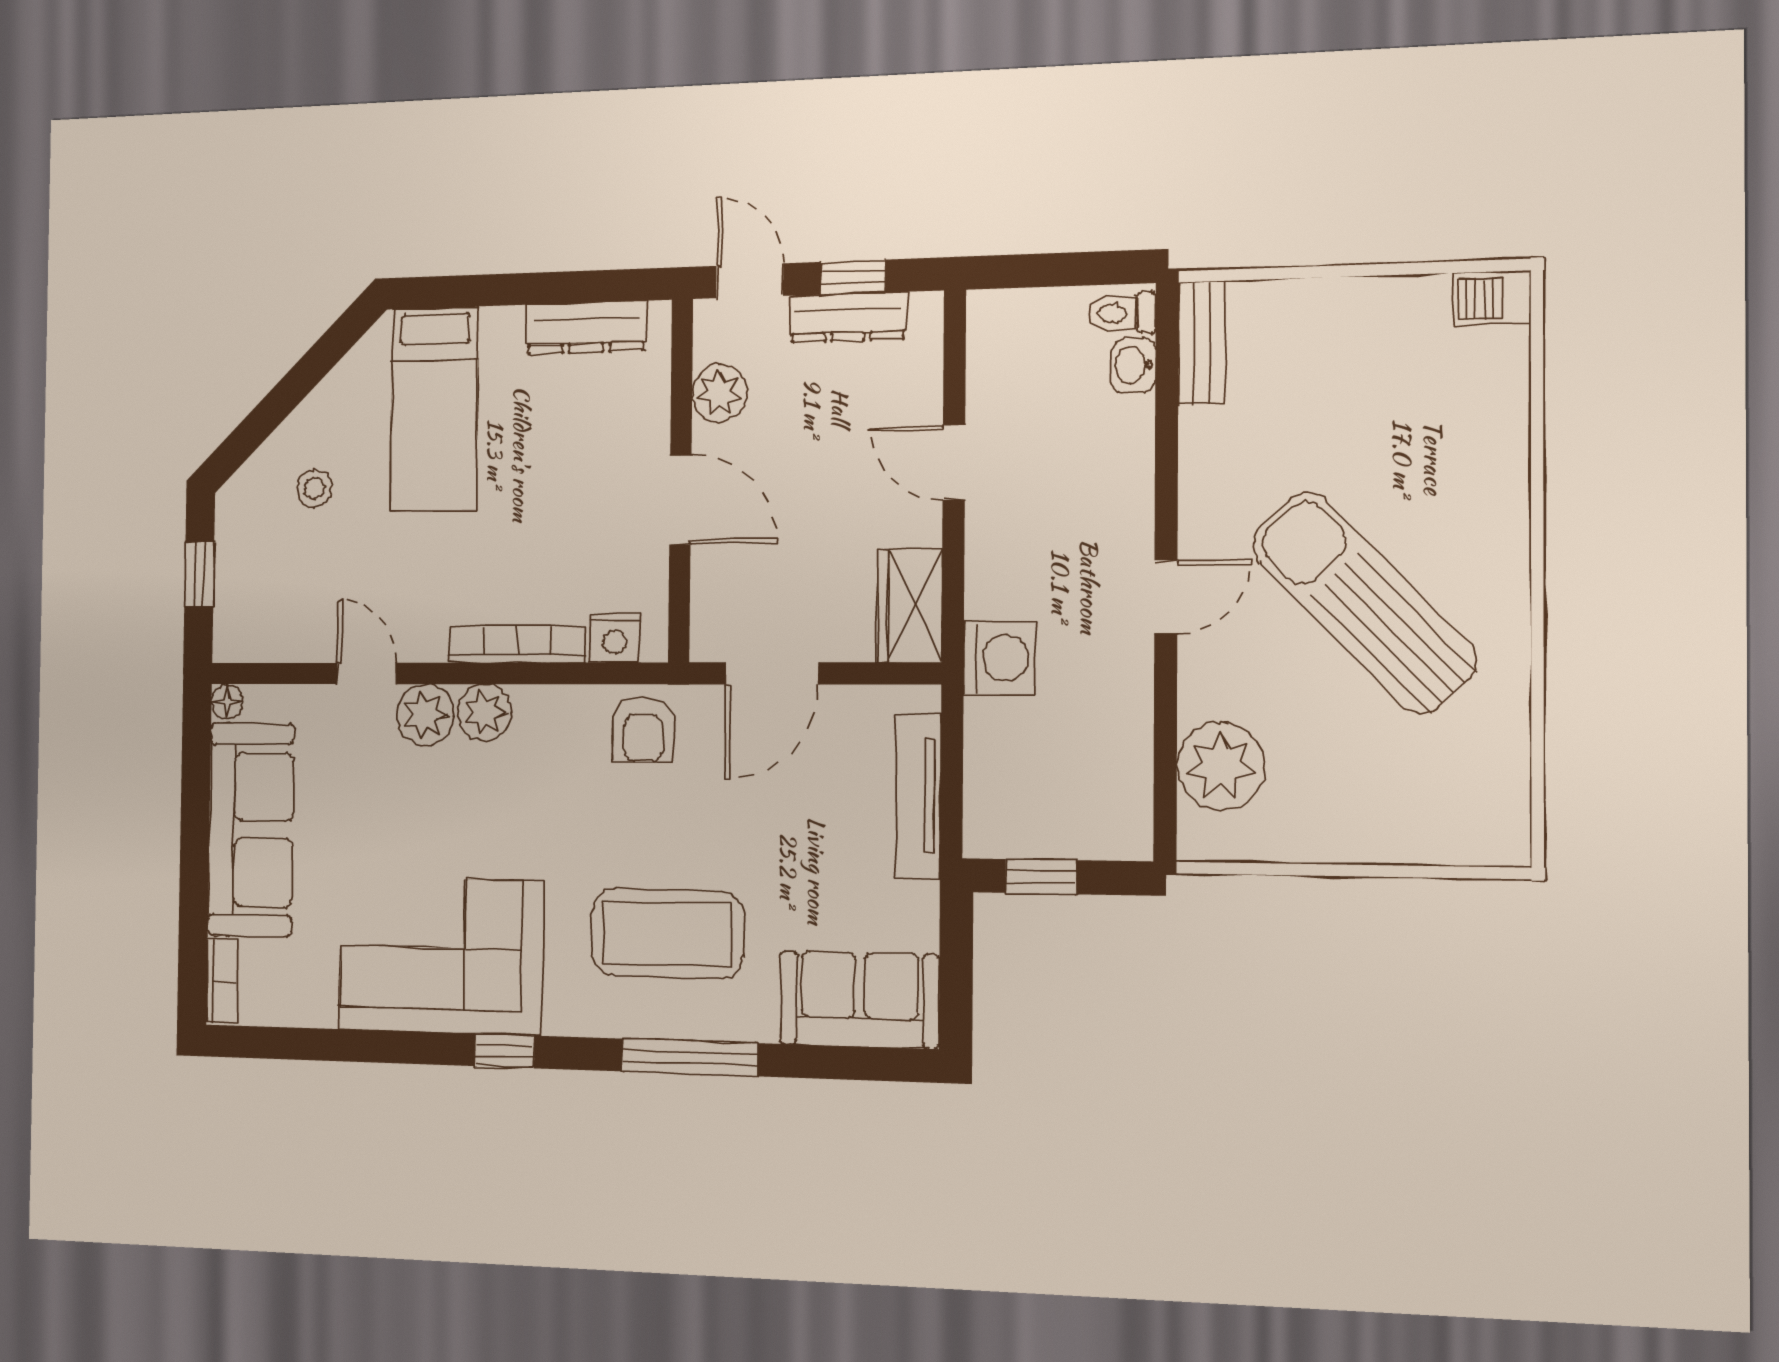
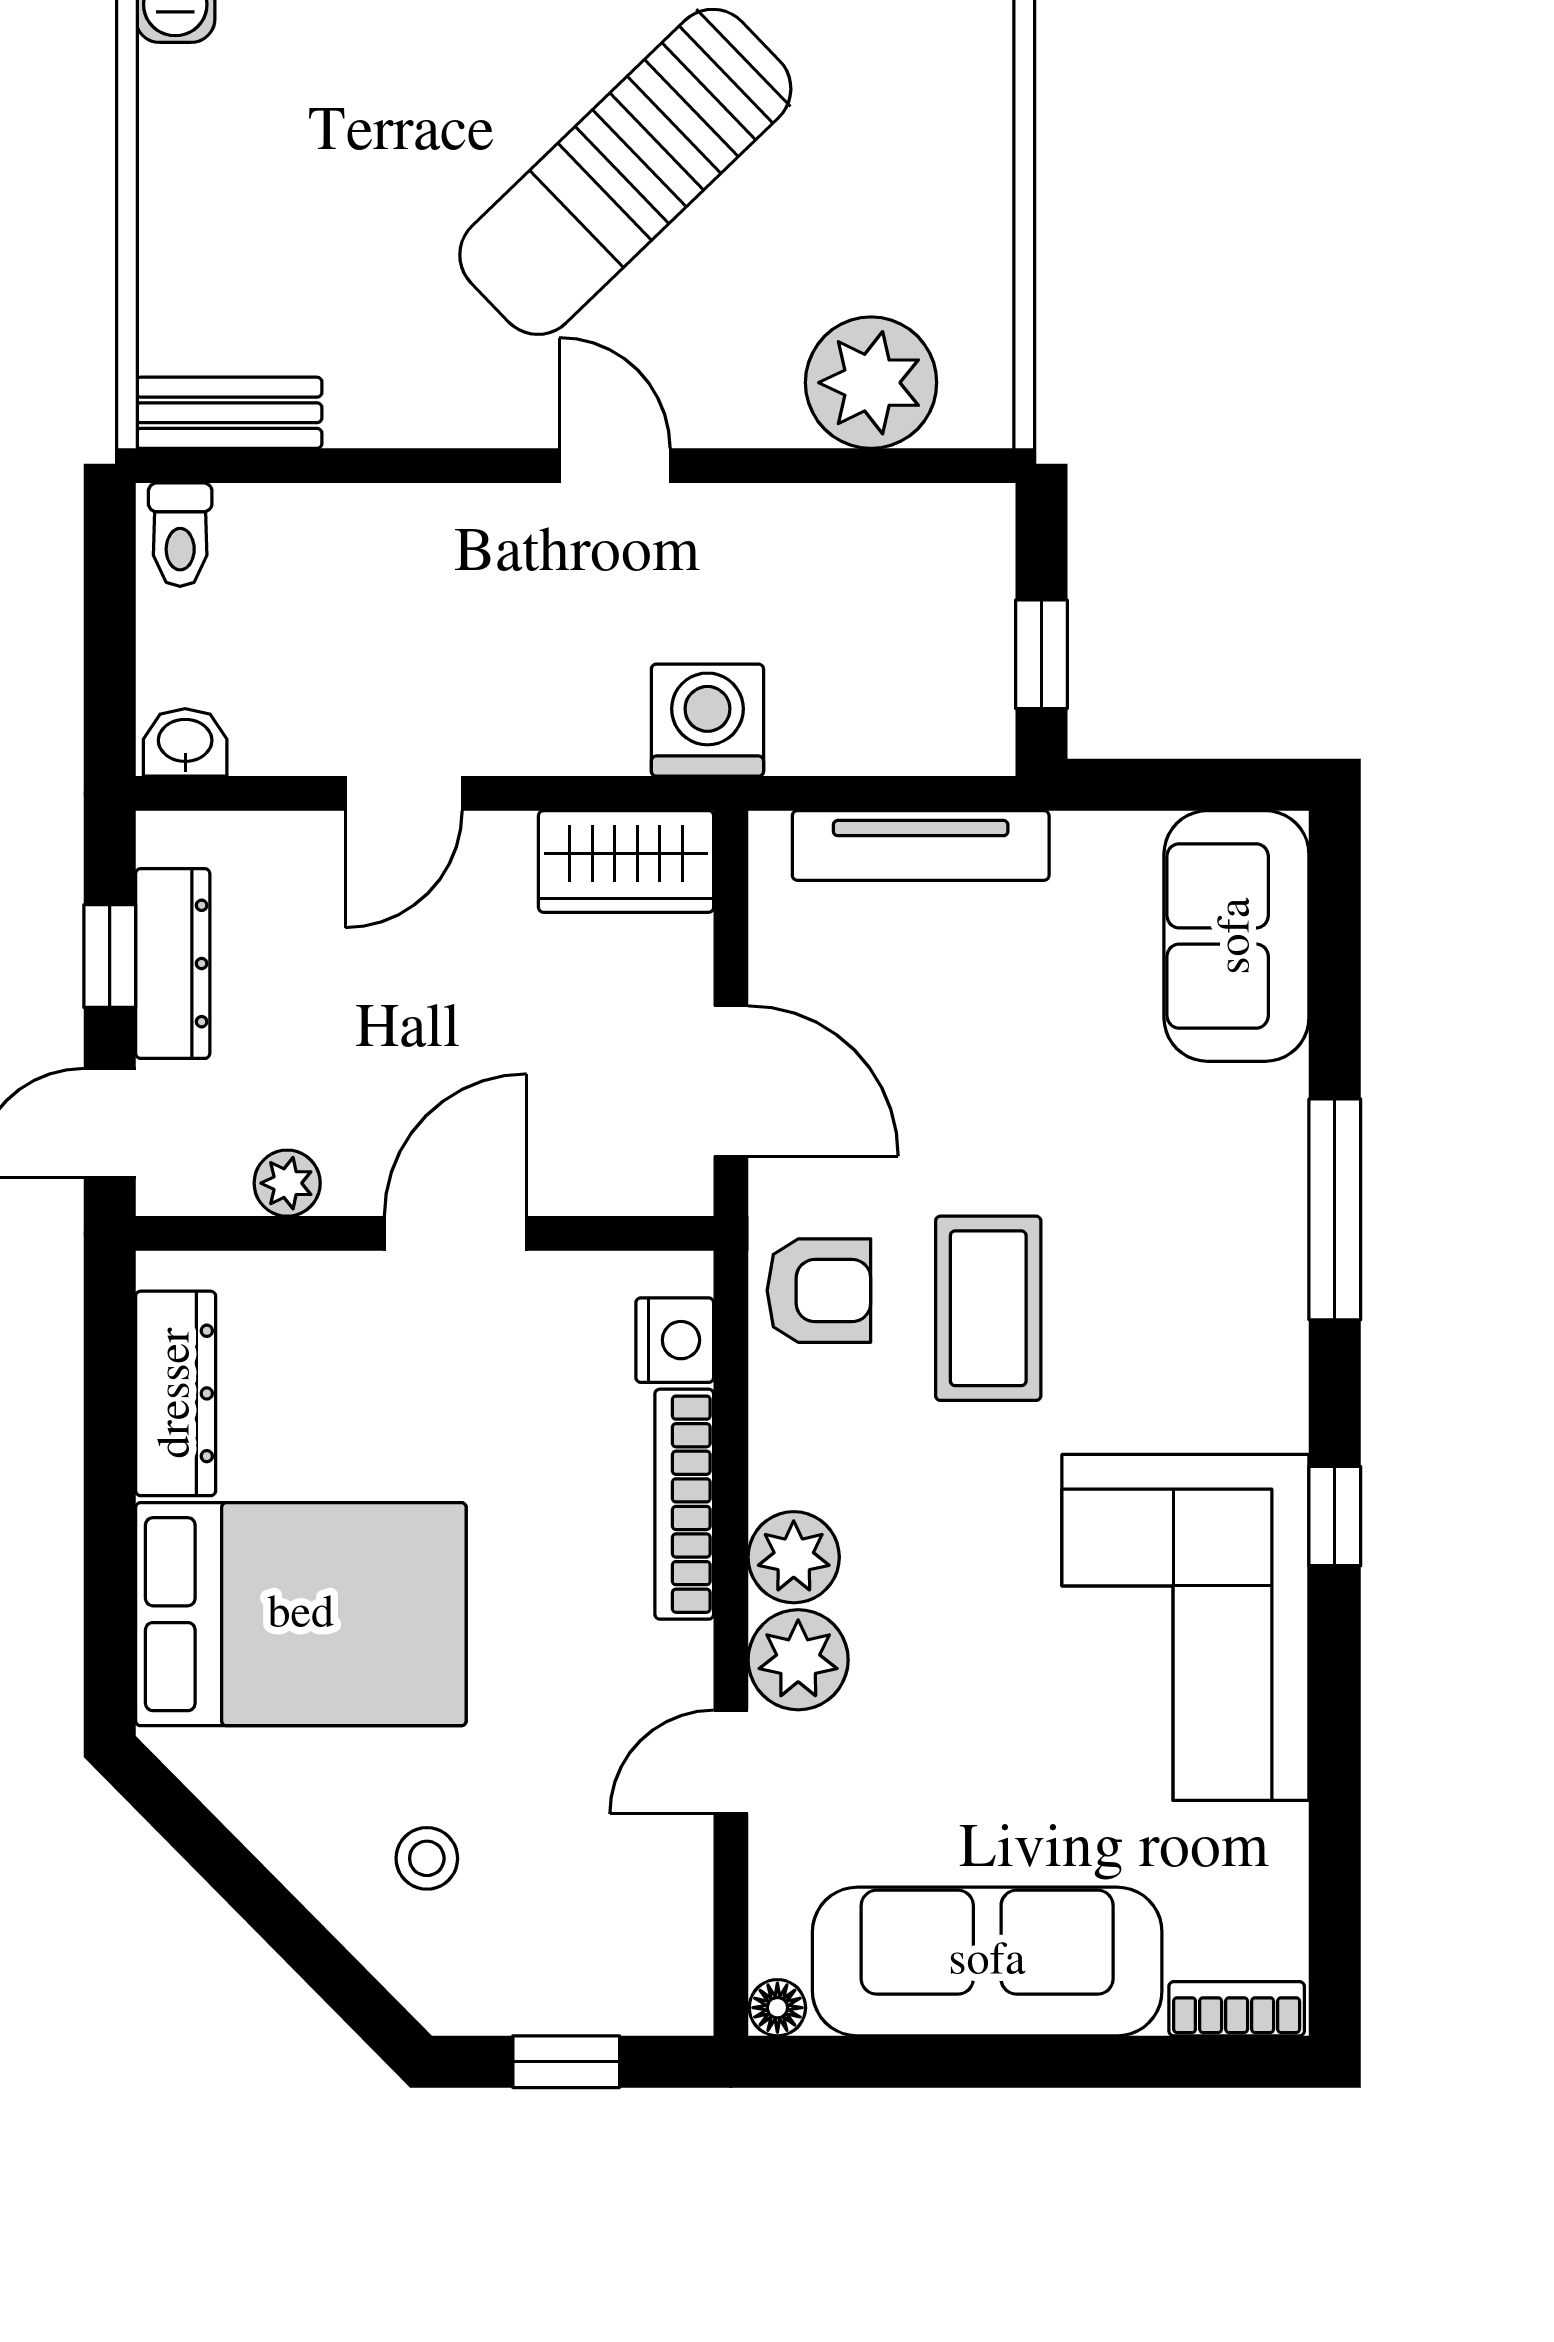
washbasin: (1133, 365) -> (185, 742), moved, turned 180
plant: (720, 393) -> (287, 1183), width x0.73, depth x0.73
bed: (434, 409) -> (301, 1614), width x1.50
coffee table: (667, 933) -> (988, 1308), moved, width x0.73, depth x0.76

